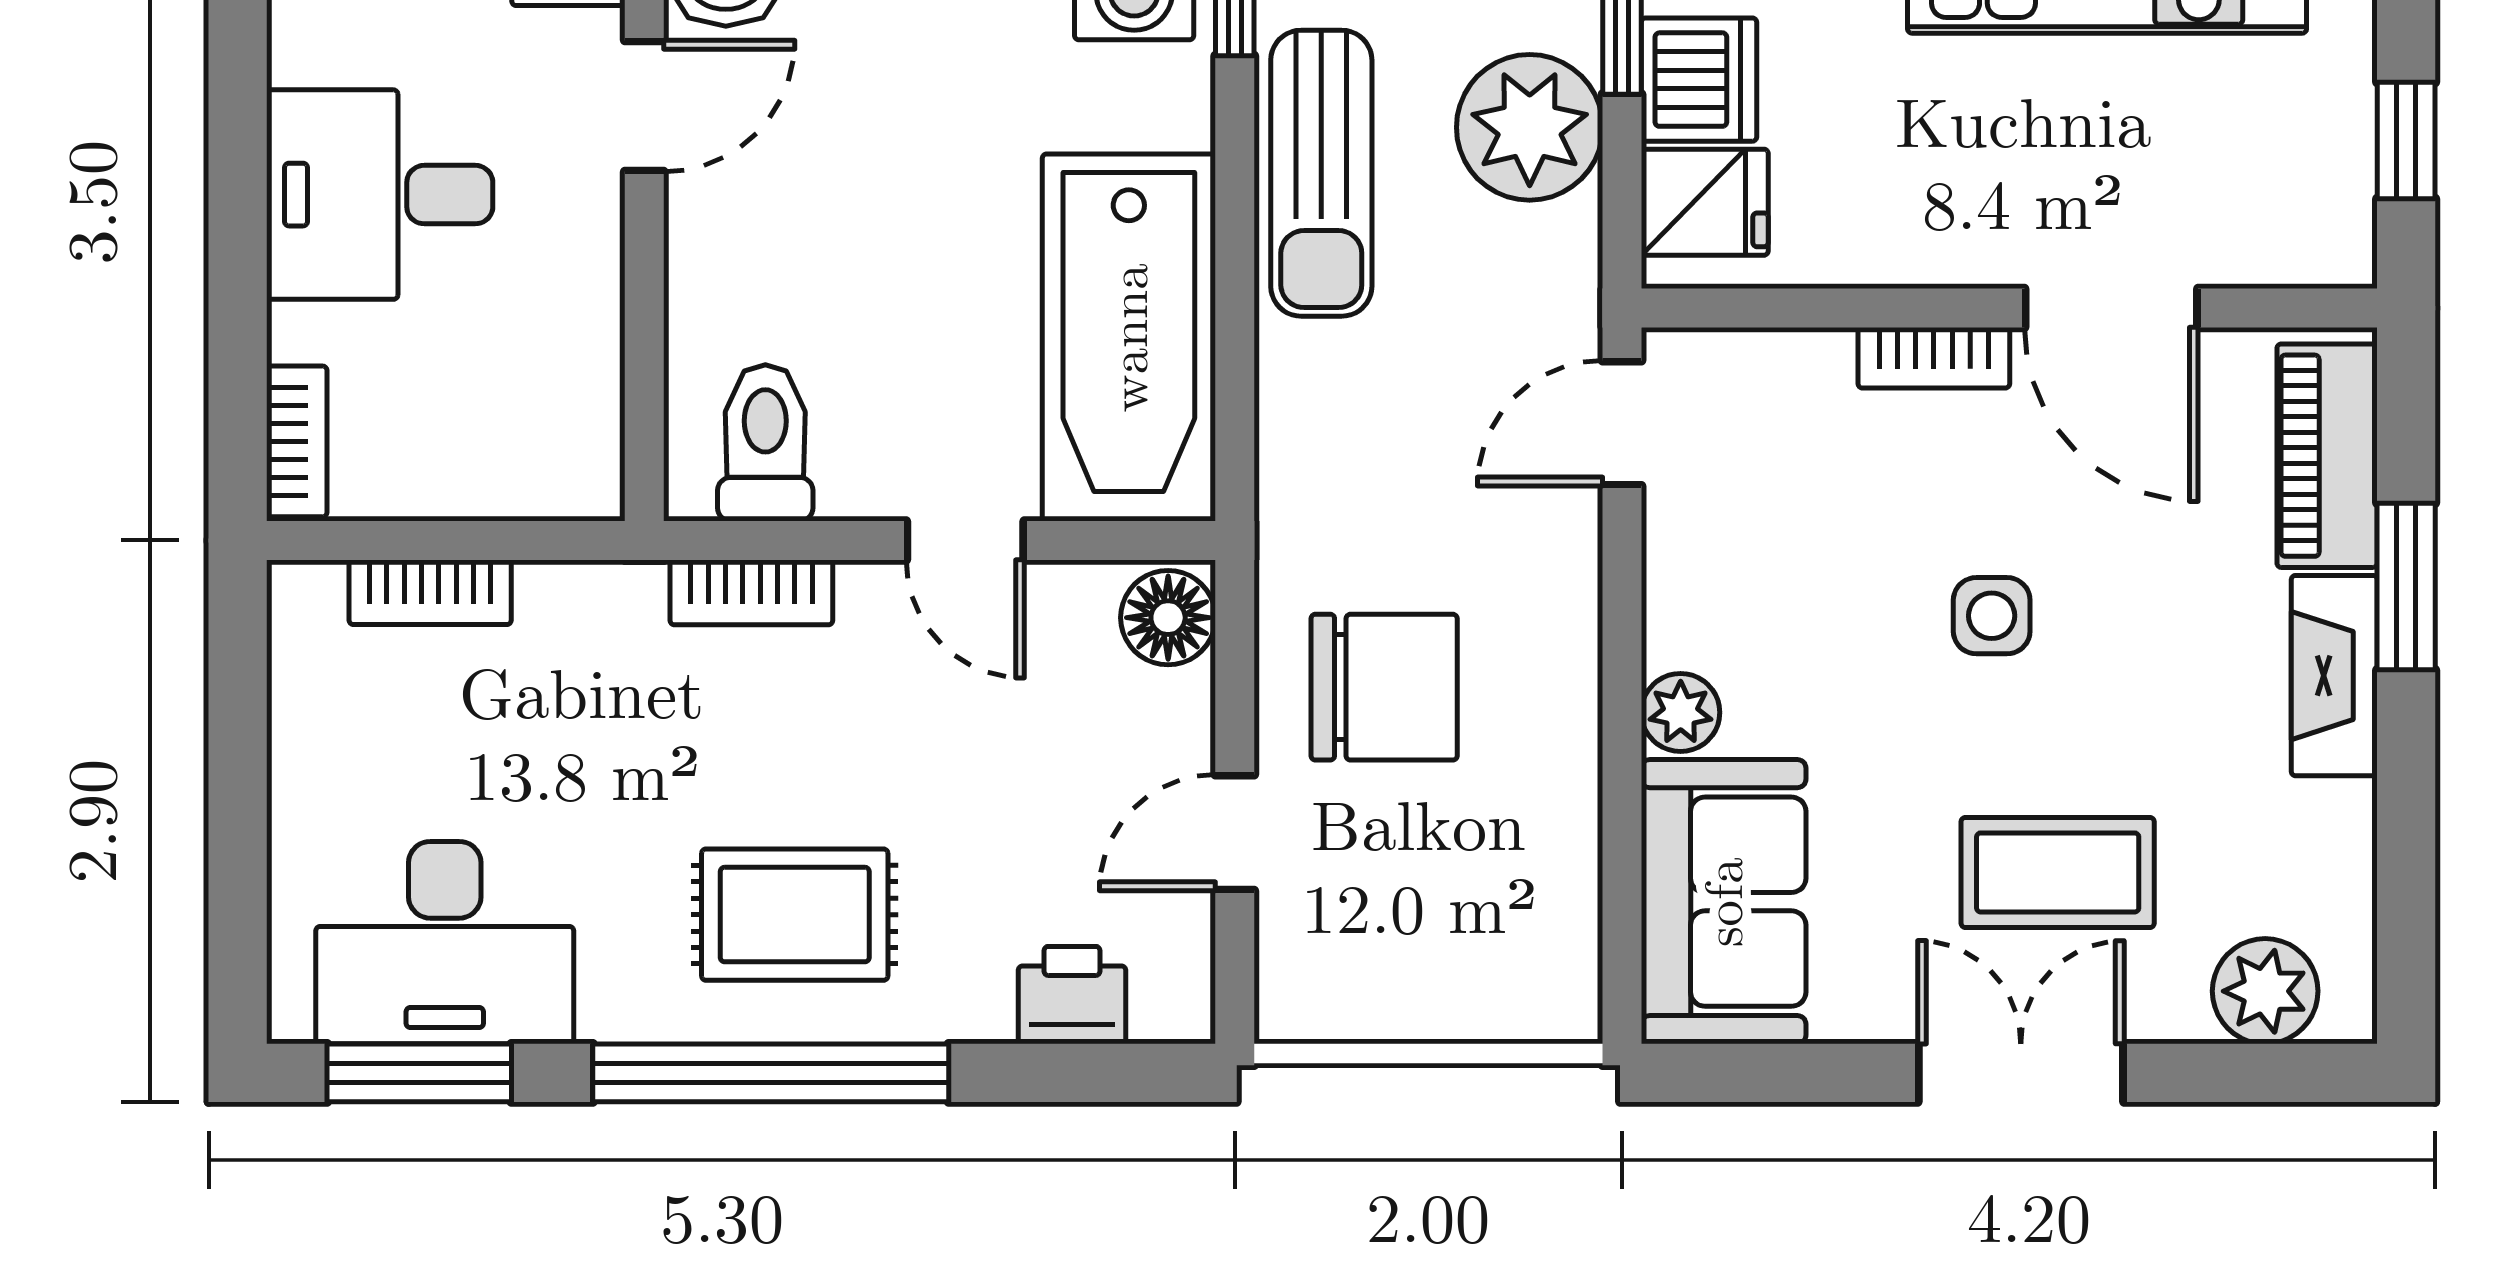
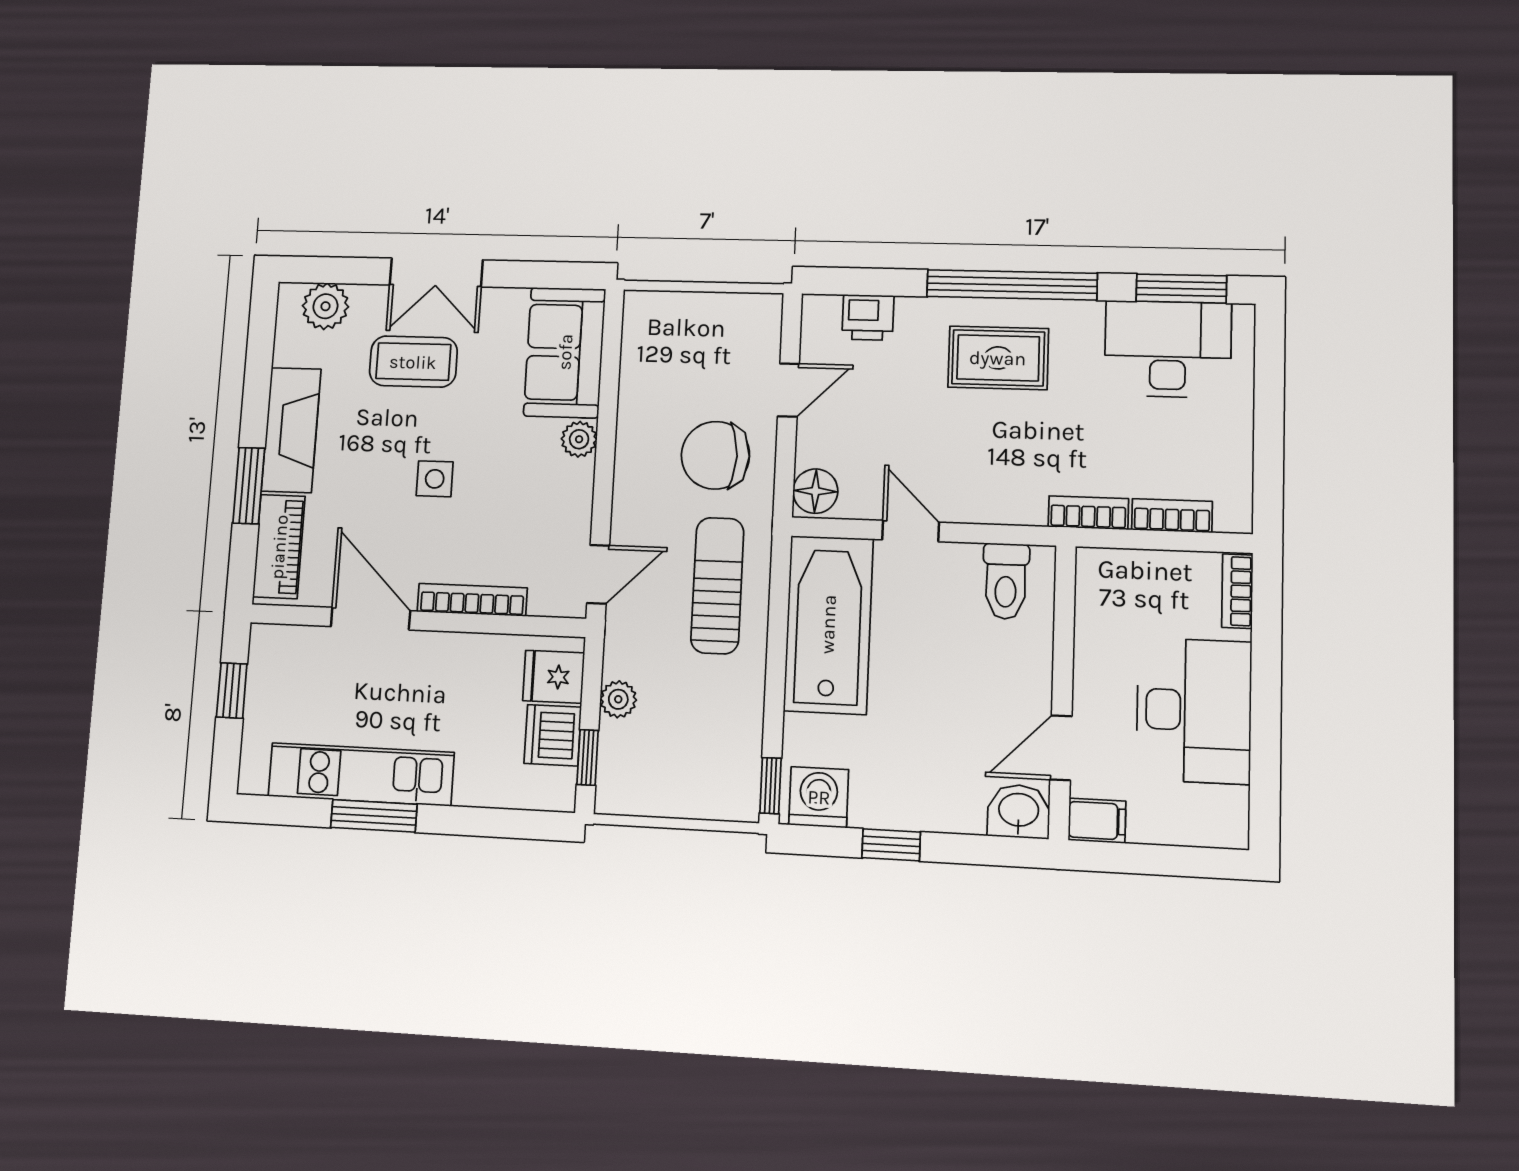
plant: (1530, 127) -> (618, 699), width x0.53, depth x0.53
sun lounger: (1321, 173) -> (717, 586), moved
desk: (380, 195) -> (1194, 710), width x1.37
bookcase: (1934, 358) -> (472, 600), width x1.56
bookcase: (751, 592) -> (1088, 513), moved
fireplace: (2334, 676) -> (291, 430), width x1.37, depth x1.32

